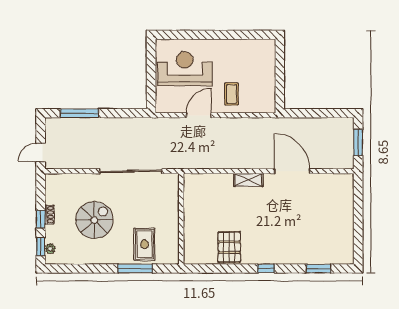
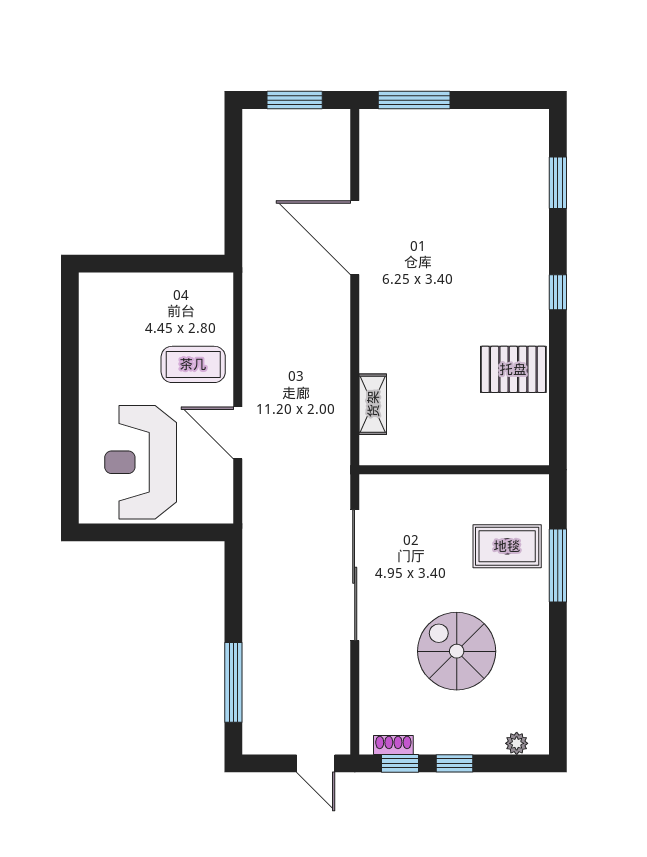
coffee table: (232, 94) -> (193, 364), width x1.36, depth x1.30
door: (292, 171) -> (355, 238), hinge flipped
shelving: (248, 180) -> (373, 404), moved
window: (358, 200) -> (414, 100), added
shoe rack: (49, 215) -> (393, 745), moved
window: (41, 247) -> (400, 763), moved

